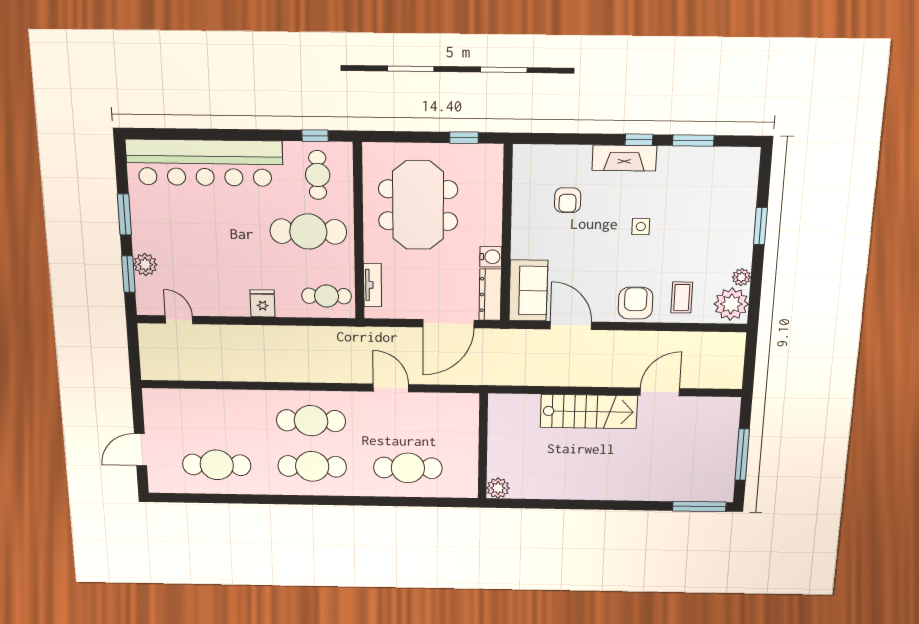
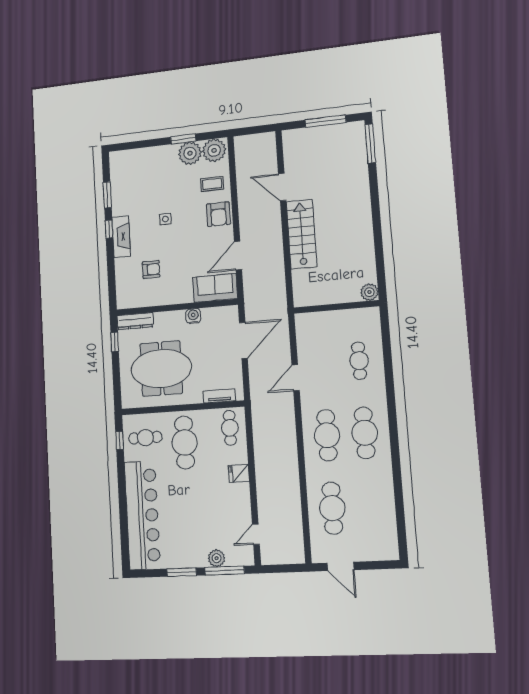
window: (760, 226) -> (183, 139), moved
window: (128, 274) -> (224, 571), width x1.44
plant: (741, 277) -> (190, 153), width x1.88, depth x1.88
dresser: (490, 295) -> (135, 321), moved
armchair: (636, 303) -> (218, 214), turned -90
door: (449, 324) -> (243, 341), hinge flipped
door: (140, 450) -> (341, 566), moved
cafe table: (217, 465) -> (332, 508), moved
cafe table: (408, 468) -> (359, 361), width x0.73, depth x0.74

